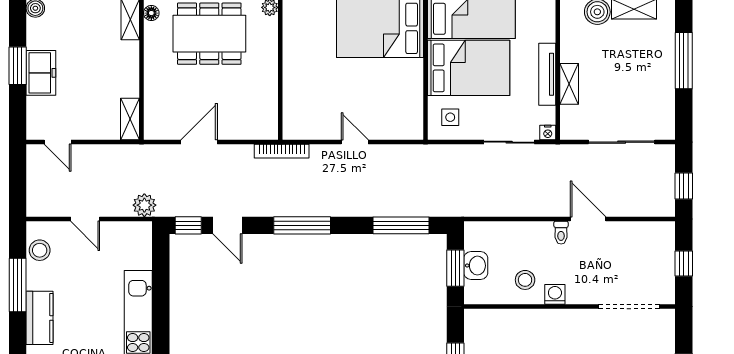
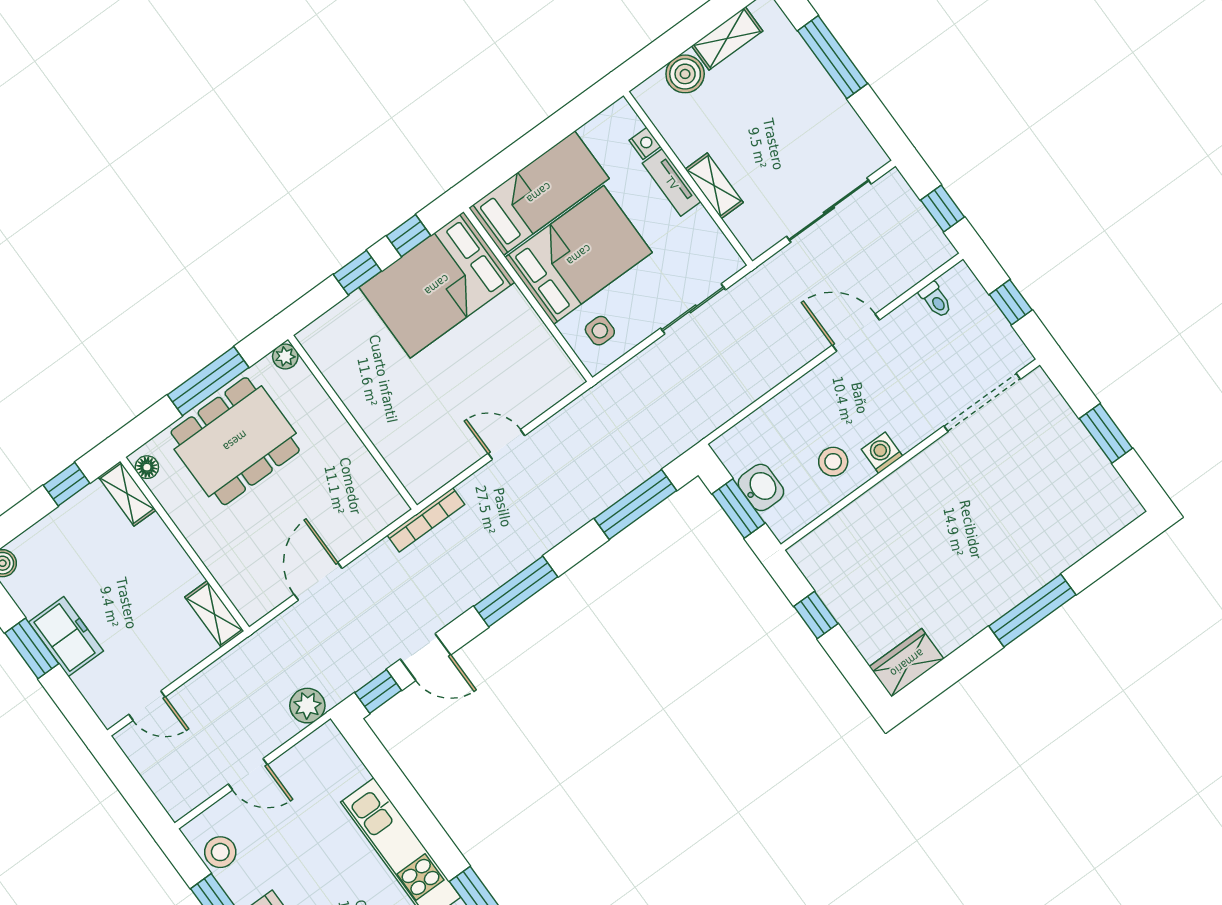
tv unit: (547, 74) -> (672, 183), width x0.71
nightstand: (548, 133) -> (645, 143), moved, turned -90
toilet: (561, 233) -> (936, 300), moved

